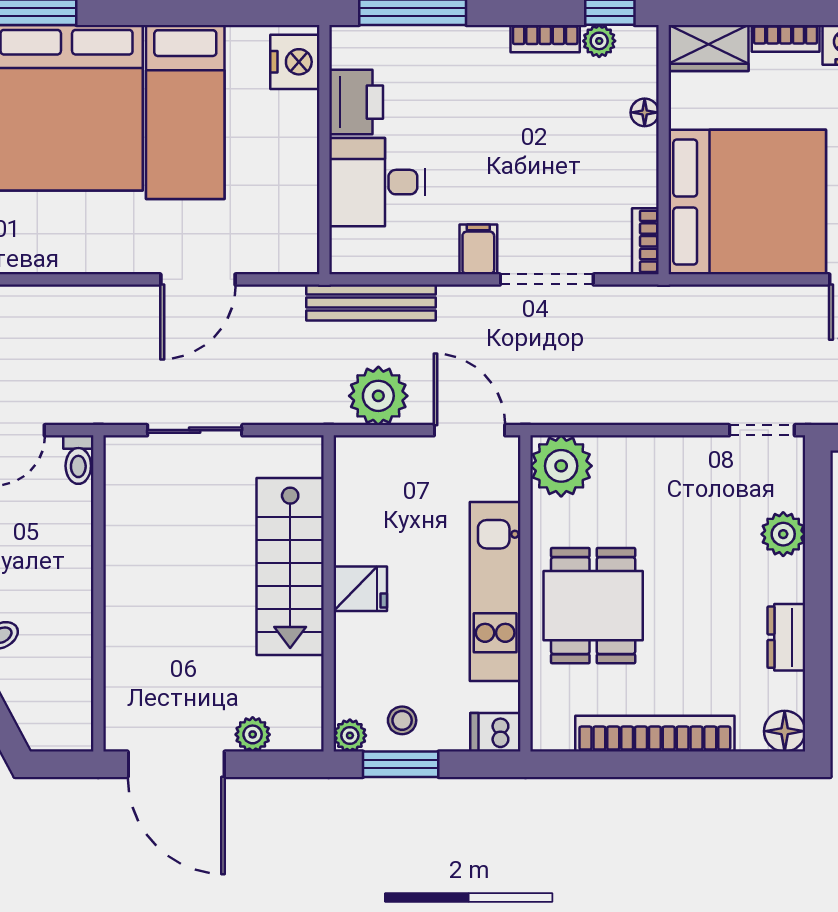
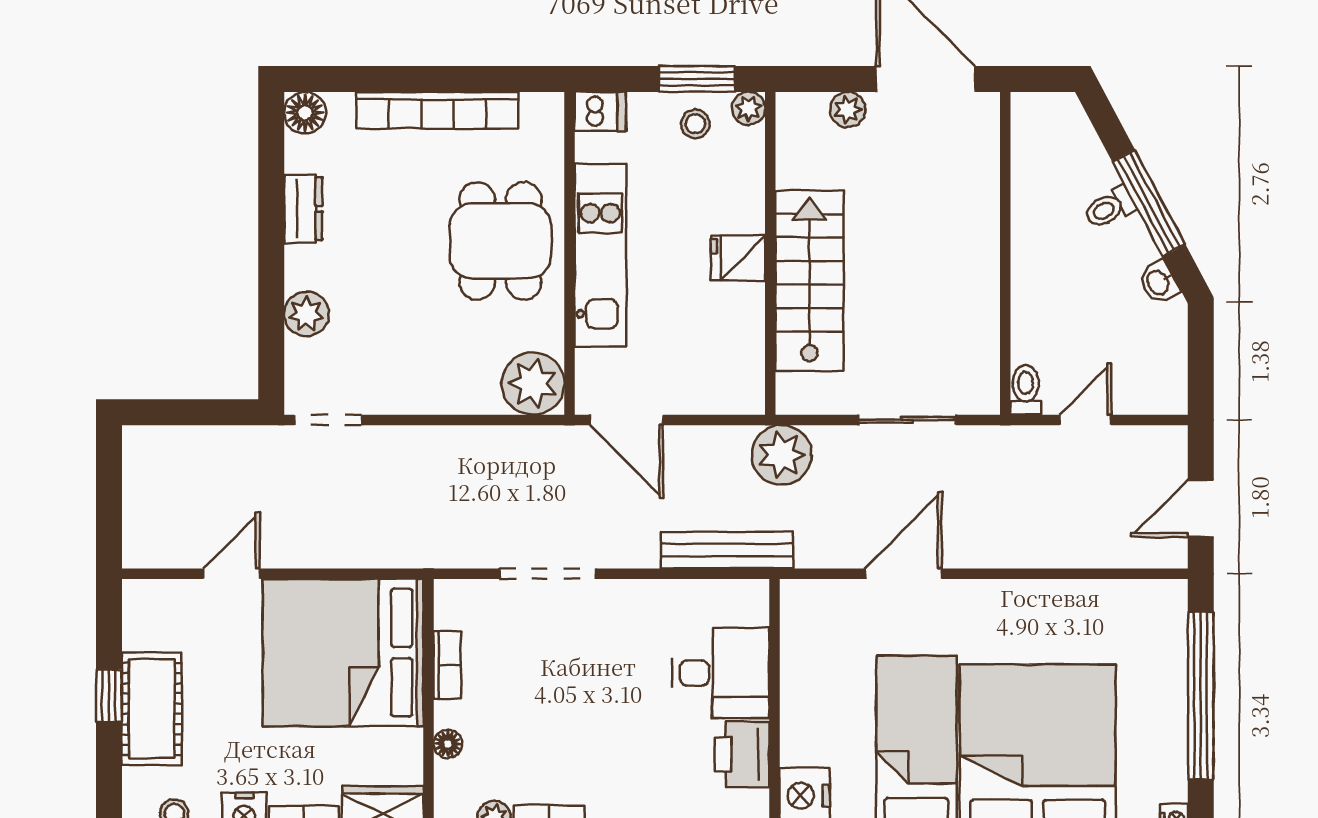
bookcase: (645, 241) -> (447, 665), moved
filing cabinet: (478, 249) -> (618, 604), removed
plant: (378, 396) -> (782, 455), moved

